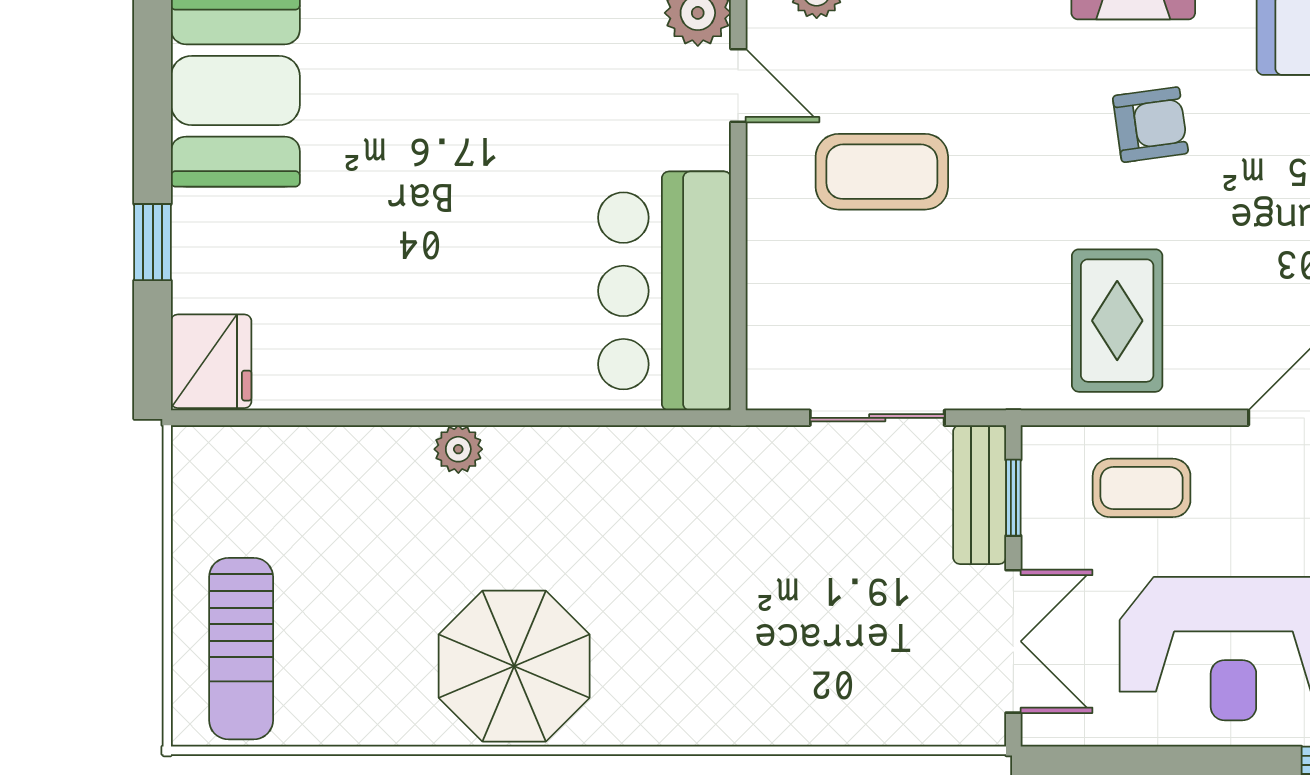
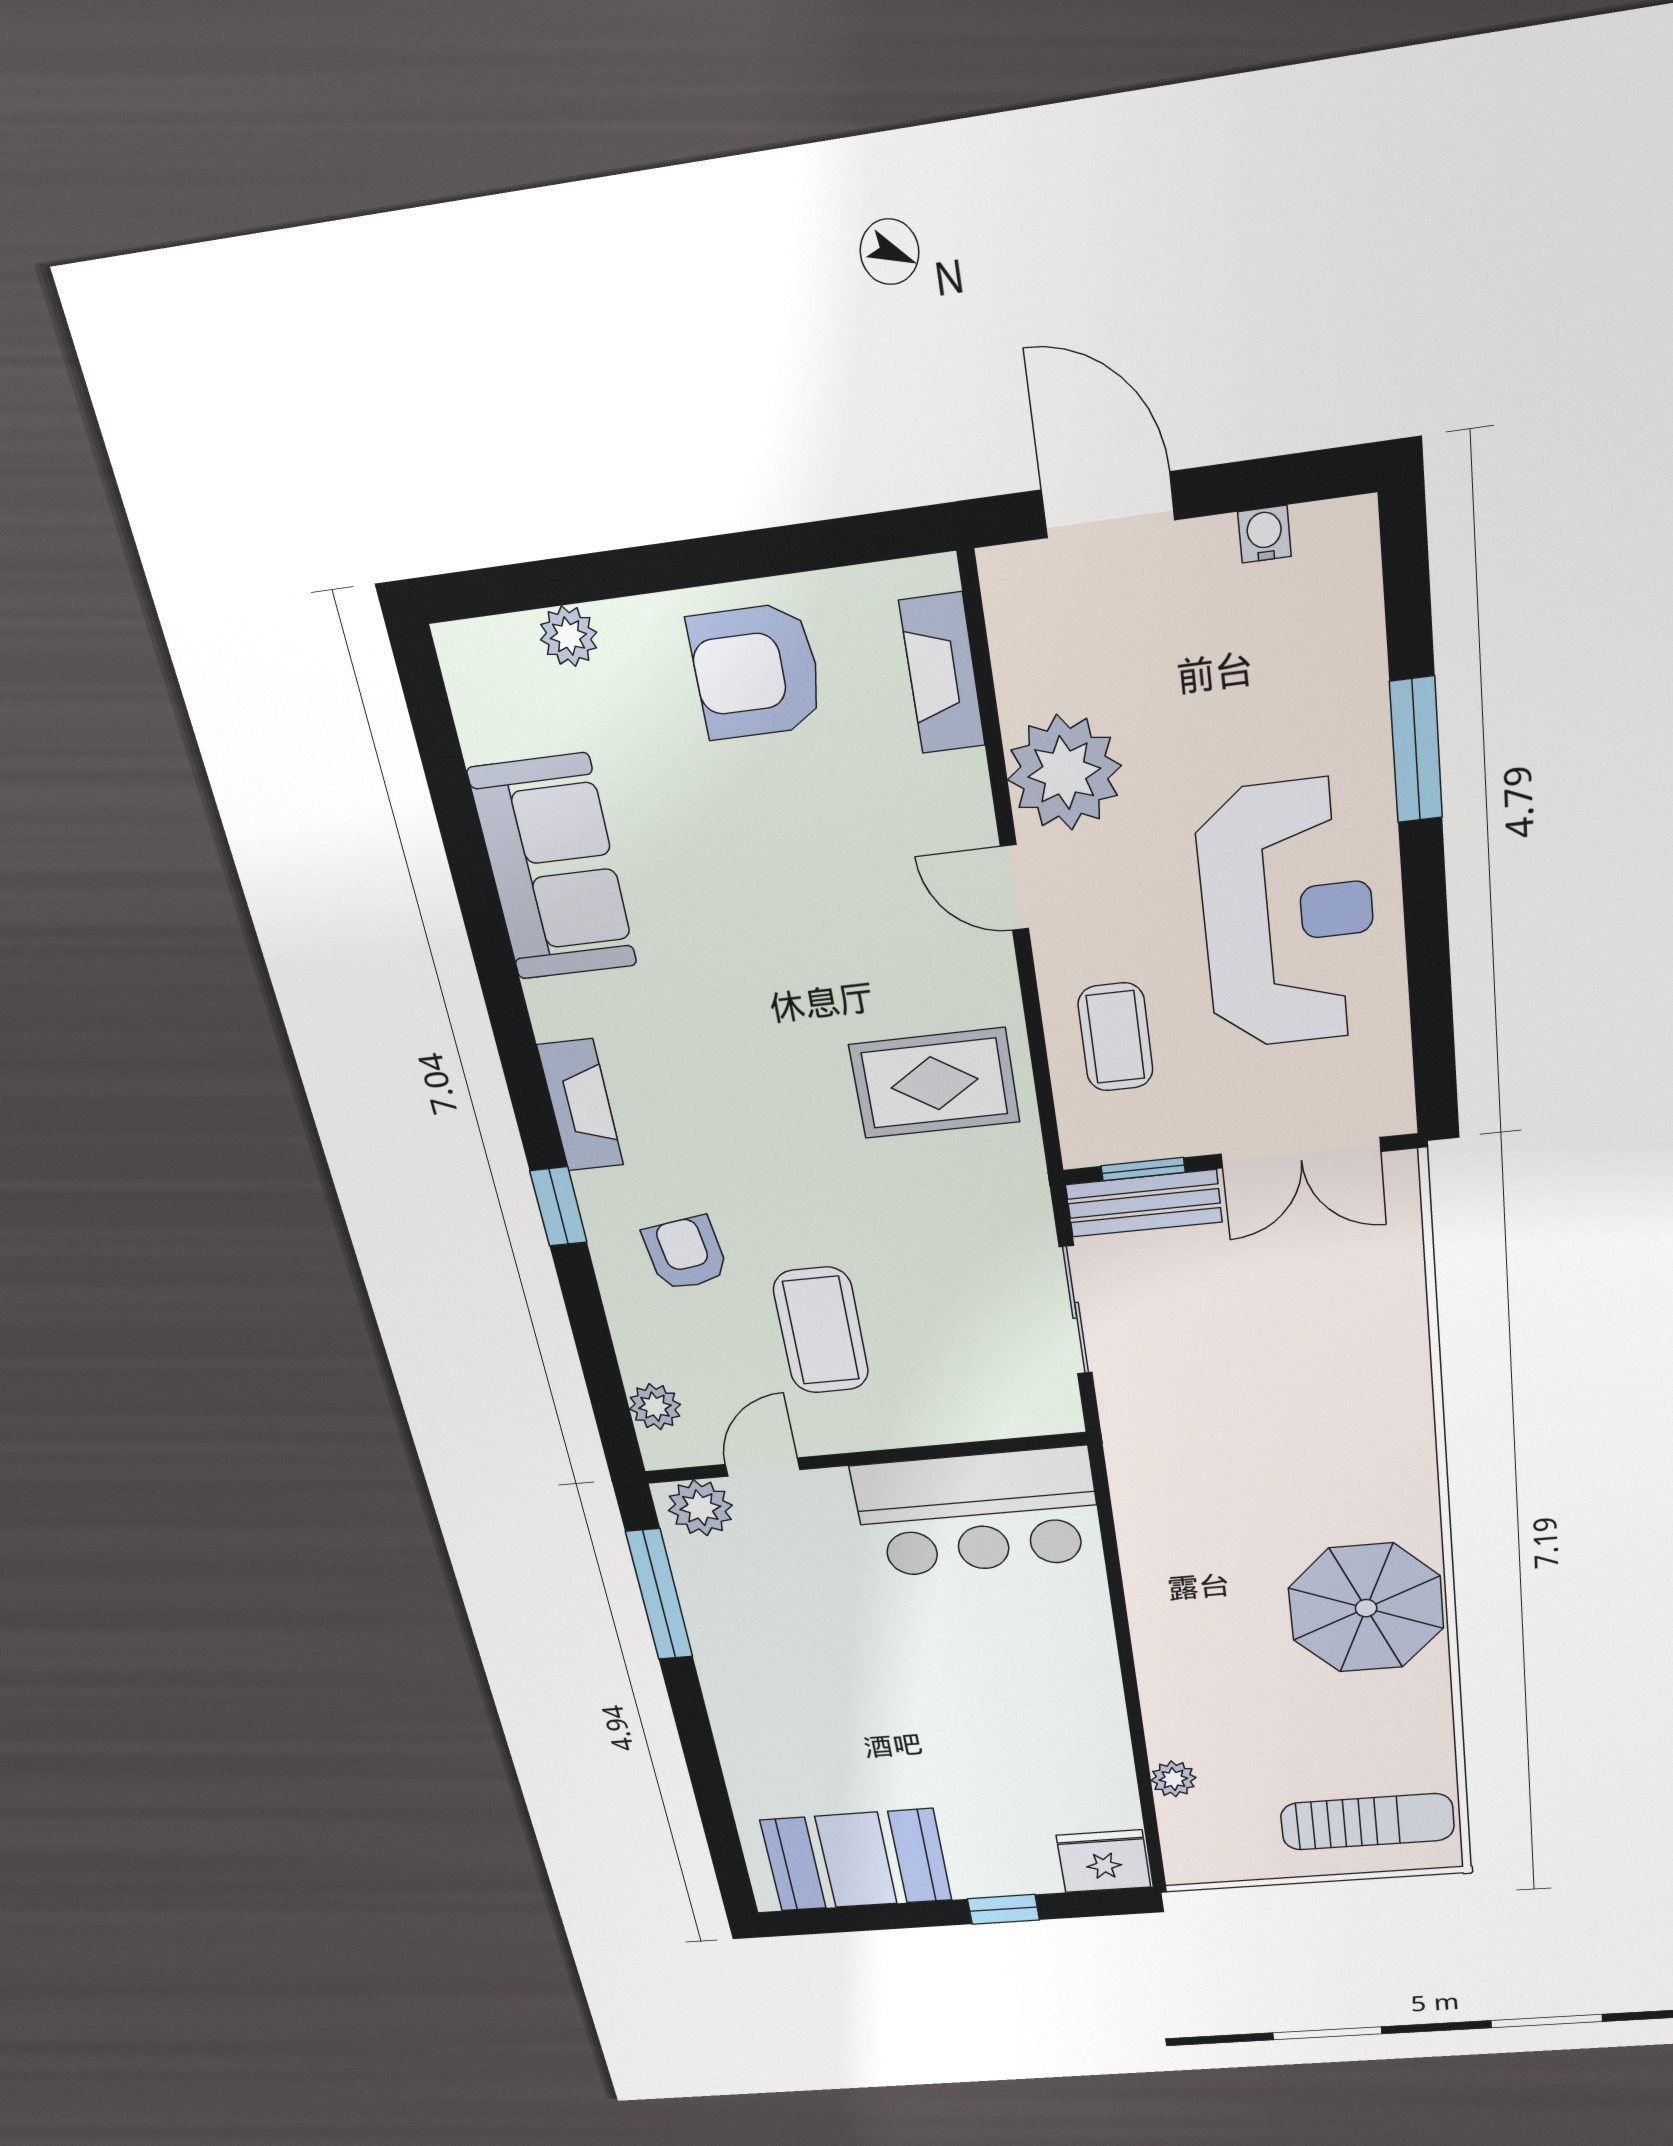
armchair: (1150, 125) -> (686, 1253), moved
plant: (458, 449) -> (1173, 1779), moved
double door: (1013, 641) -> (1301, 1153), swing flipped

